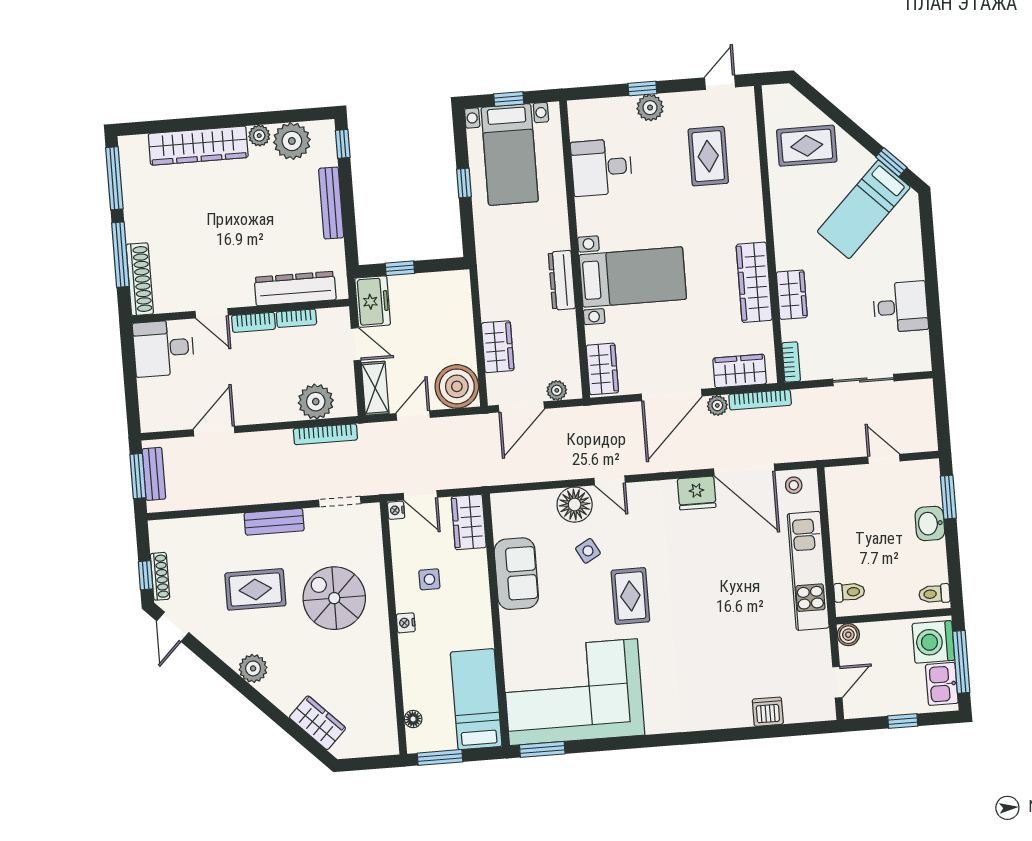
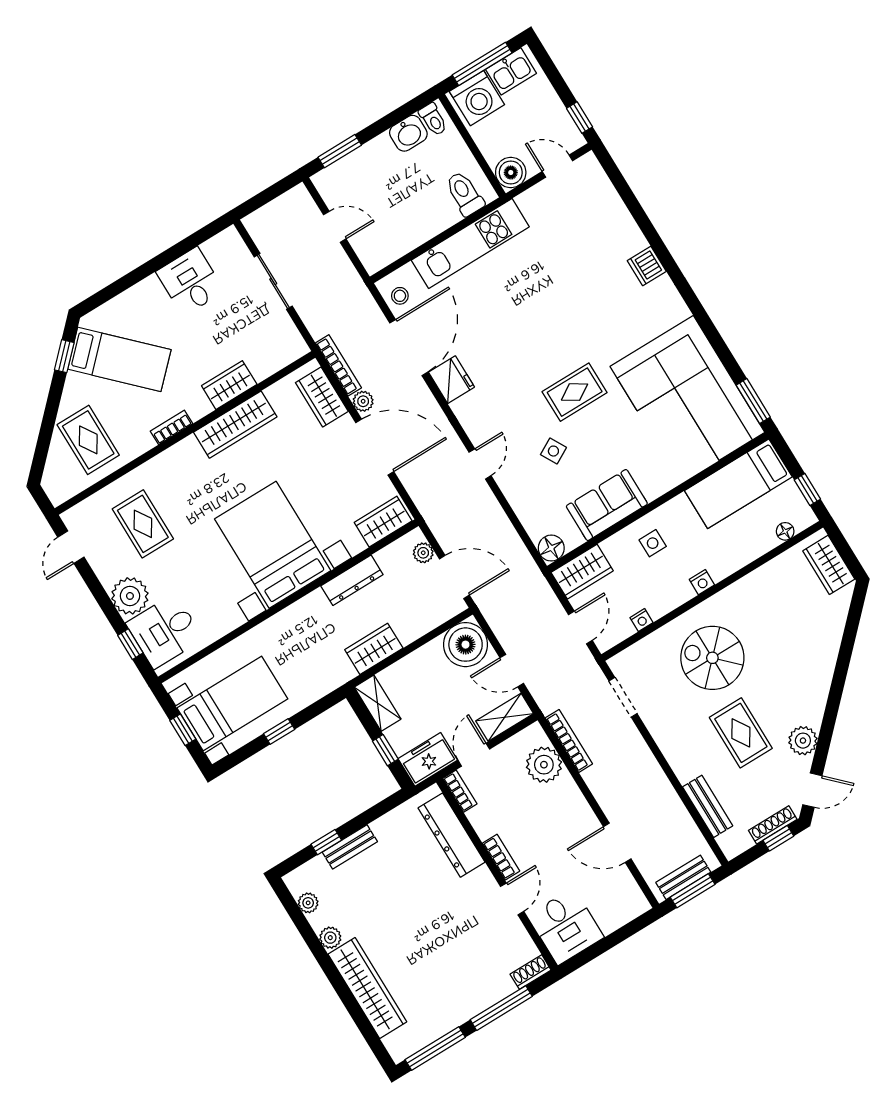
door: (720, 82) -> (71, 547), hinge flipped
window: (642, 88) -> (130, 644), moved
plant: (650, 108) -> (130, 596), width x1.36, depth x1.36
plant: (292, 141) -> (308, 903), width x0.53, depth x0.53
window: (343, 144) -> (326, 842), moved
rug: (708, 156) -> (143, 524), turned 90
desk: (601, 167) -> (165, 631), moved, turned 90
bench: (331, 203) -> (350, 847), width x0.73
bed with nightstands: (633, 277) -> (273, 545), width x1.36
shoe rack: (140, 279) -> (531, 972), width x0.51, depth x0.81
dresser: (562, 280) -> (352, 580), moved
shelving: (445, 283) -> (378, 703), added
bookcase: (296, 318) -> (460, 791), moved
wardrobe: (498, 347) -> (374, 649), moved
bookcase: (791, 362) -> (171, 427), moved
door: (884, 459) -> (335, 227), swing flipped
floor lamp: (575, 505) -> (551, 548), moved, width x0.73, depth x0.73
nightstand: (396, 510) -> (641, 620), moved
bench: (274, 522) -> (708, 806), moved
washbasin: (930, 523) -> (408, 133), moved
side table: (429, 579) -> (653, 543), moved
toilet: (849, 592) -> (465, 194), width x1.37, depth x1.39
spiral stairs: (334, 598) -> (712, 658), turned 90
boiler: (848, 635) -> (511, 172), width x1.36, depth x1.36
plant: (253, 668) -> (803, 741), moved
dishwasher: (768, 712) -> (647, 266), moved
window: (903, 721) -> (580, 118), moved
wardrobe: (317, 723) -> (829, 565), moved, turned -45
window: (440, 757) -> (807, 489), width x0.67

